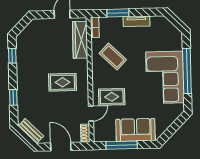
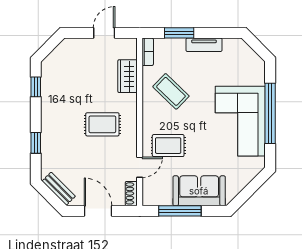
wardrobe: (80, 40) -> (128, 76), width x0.67

